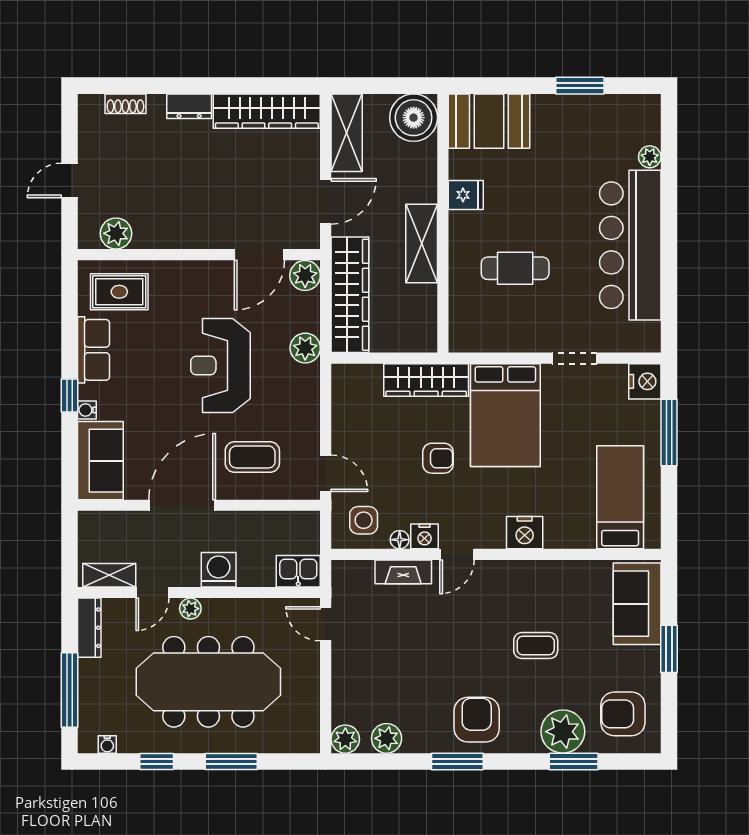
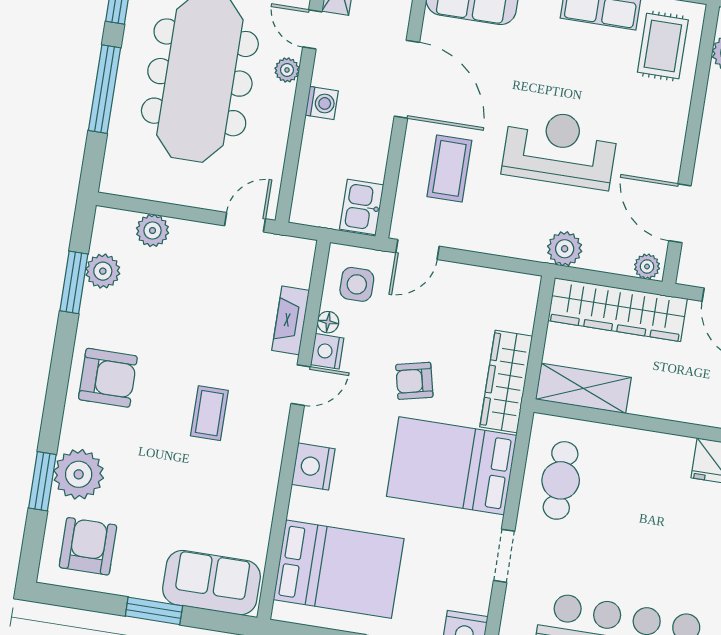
shelving: (422, 243) -> (583, 388), moved
cafe table: (515, 268) -> (561, 480), moved
plant: (305, 275) -> (647, 267), width x0.73, depth x0.73
armchair: (438, 458) -> (414, 381), turned 77
bed: (620, 497) -> (339, 569), width x1.50
door: (457, 554) -> (301, 385), swing flipped
washing machine: (219, 570) -> (322, 103), width x0.73, depth x0.73
kitchen sink: (298, 571) -> (362, 207), moved, turned 180
coffee table: (536, 646) -> (209, 413), moved
plant: (345, 739) -> (152, 231), moved
window: (231, 761) -> (105, 89), width x1.44
window: (457, 761) -> (74, 282), moved

